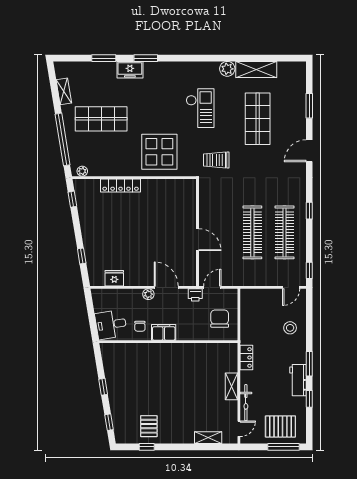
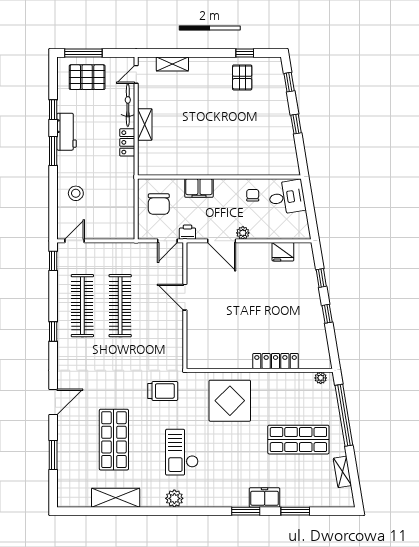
plant: (227, 69) -> (174, 498), moved
window: (72, 199) -> (327, 314), moved
filing cabinet: (164, 332) -> (199, 188), moved
locker: (246, 358) -> (127, 142), moved

